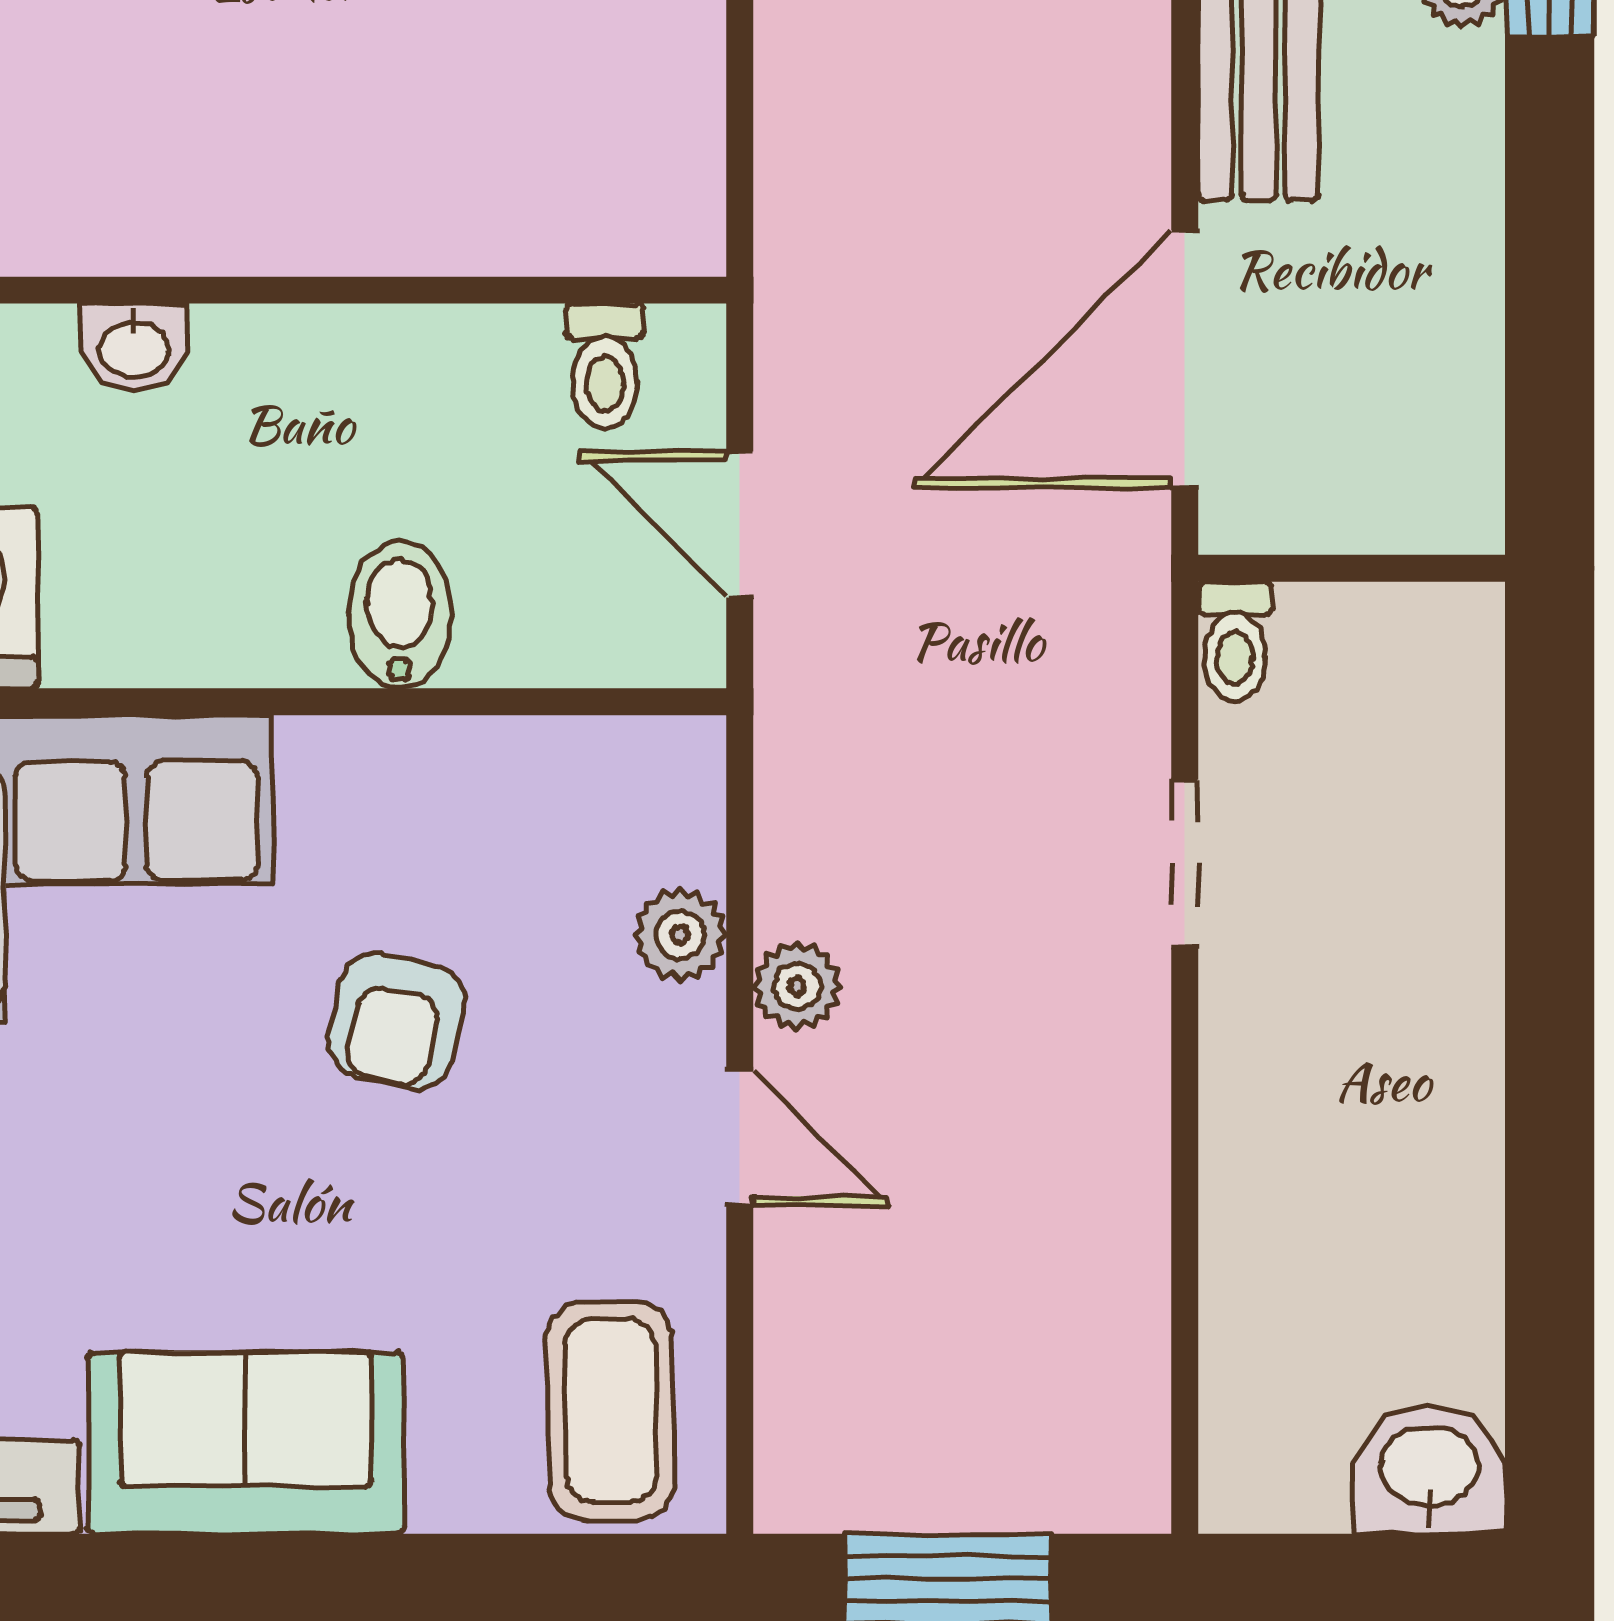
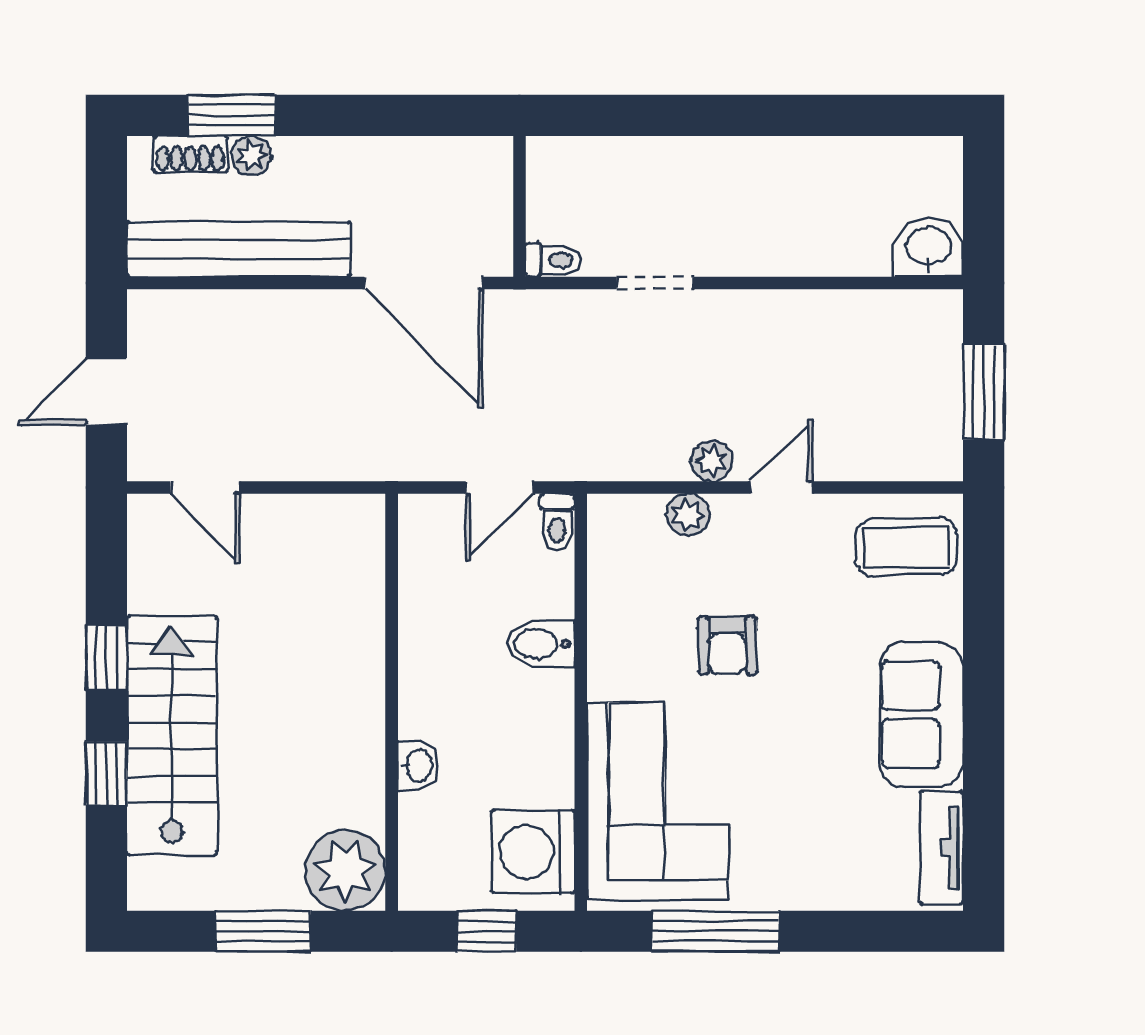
toilet: (605, 366) -> (557, 522), moved, turned 90
armchair: (396, 1021) -> (728, 645), turned 77
washbasin: (1429, 1470) -> (928, 247), moved, turned 90

